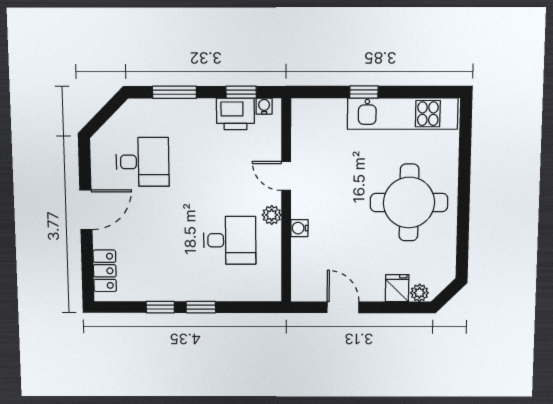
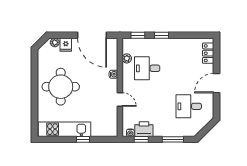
plant: (272, 215) -> (127, 58), moved
window: (160, 307) -> (138, 35), moved
door: (343, 307) -> (92, 35), width x1.88

